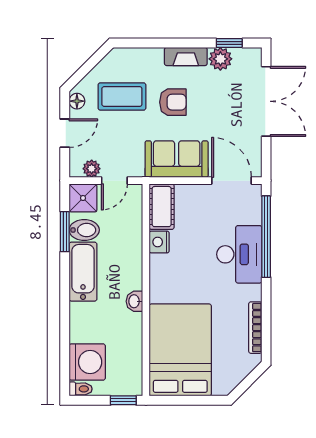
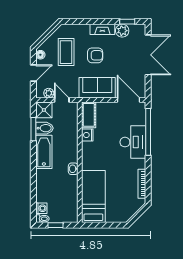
coffee table: (122, 96) -> (66, 52), turned 90
door: (114, 181) -> (62, 100), swing flipped
bed: (180, 350) -> (93, 197), width x0.67
washing machine: (87, 362) -> (41, 208), width x0.53, depth x0.53
window: (123, 400) -> (55, 225), moved

